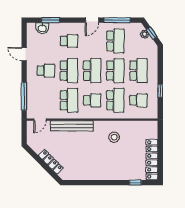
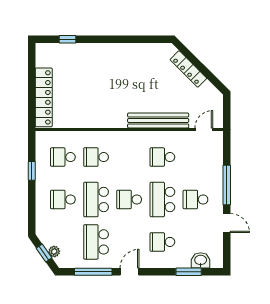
school desk: (92, 71) -> (129, 199), width x0.54
school desk: (138, 71) -> (63, 199), width x0.54
window: (24, 96) -> (227, 185), moved
school desk: (69, 100) -> (162, 157), width x0.54
school desk: (92, 100) -> (129, 157), removed
school desk: (115, 100) -> (96, 157), width x0.54
stool: (114, 137) -> (98, 104), removed
locker: (152, 159) -> (44, 97), moved

